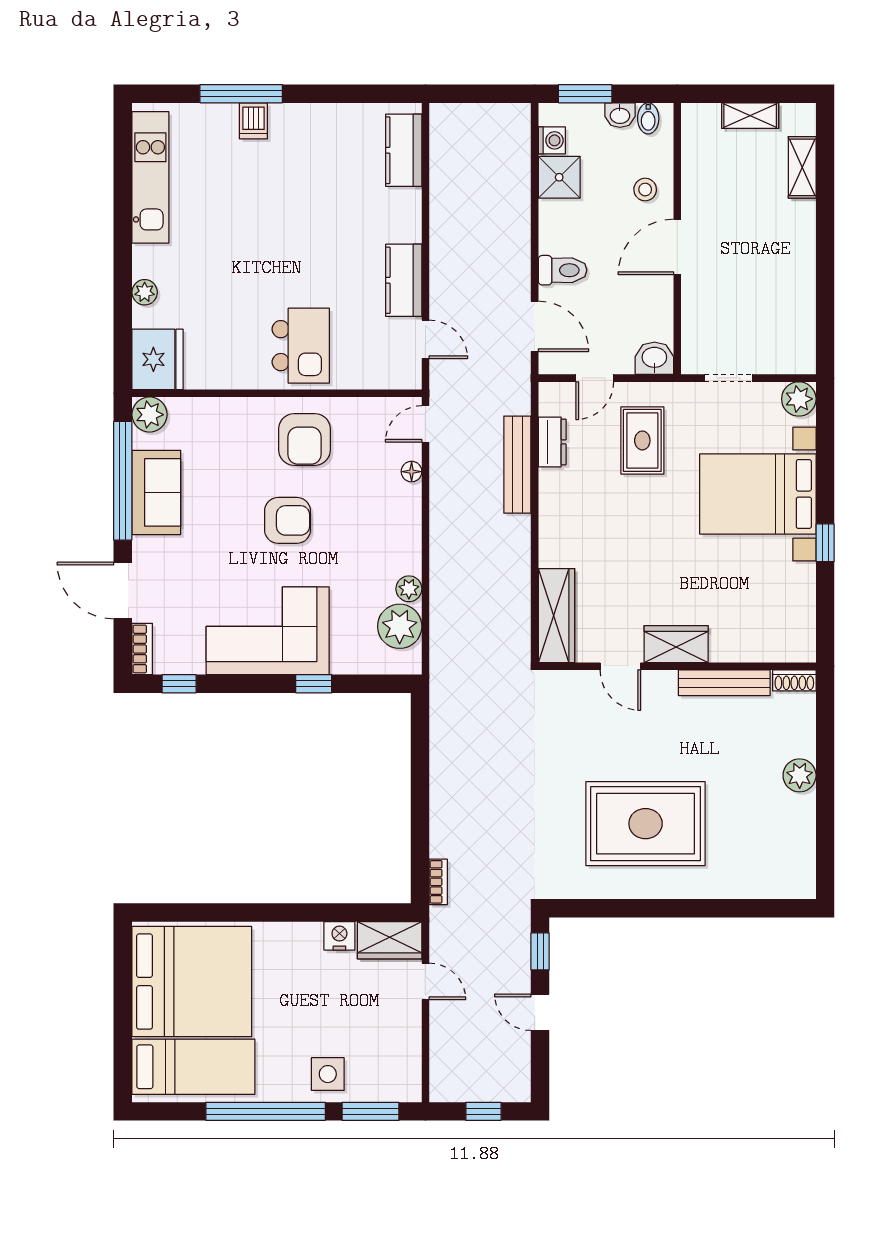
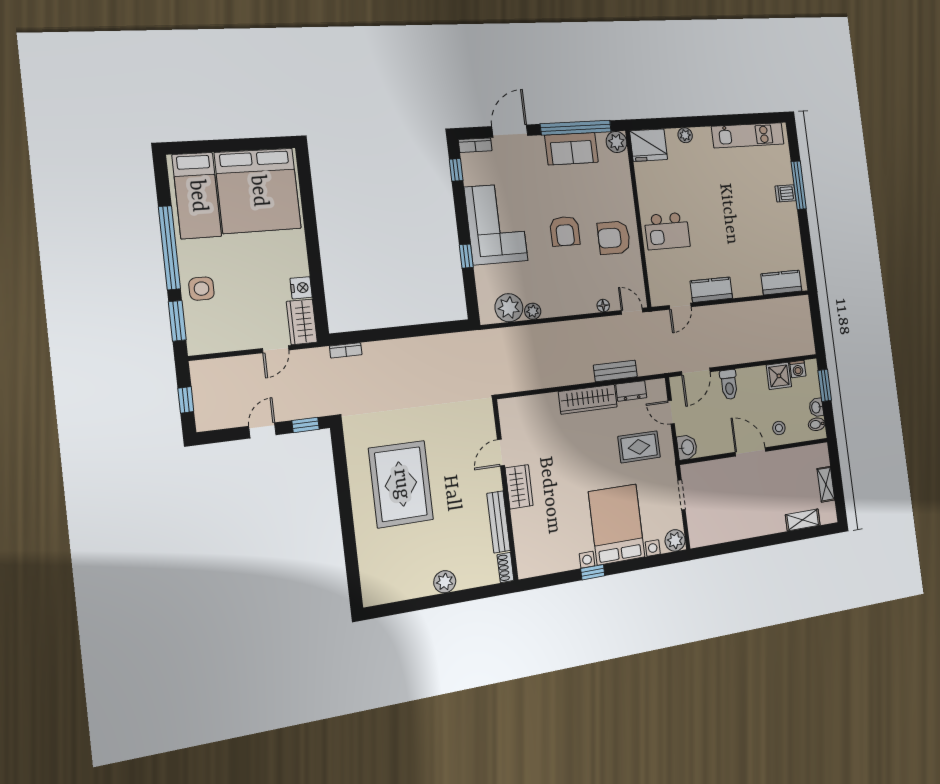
bench: (517, 465) -> (615, 371), width x0.73
wardrobe: (556, 616) -> (588, 399), moved

